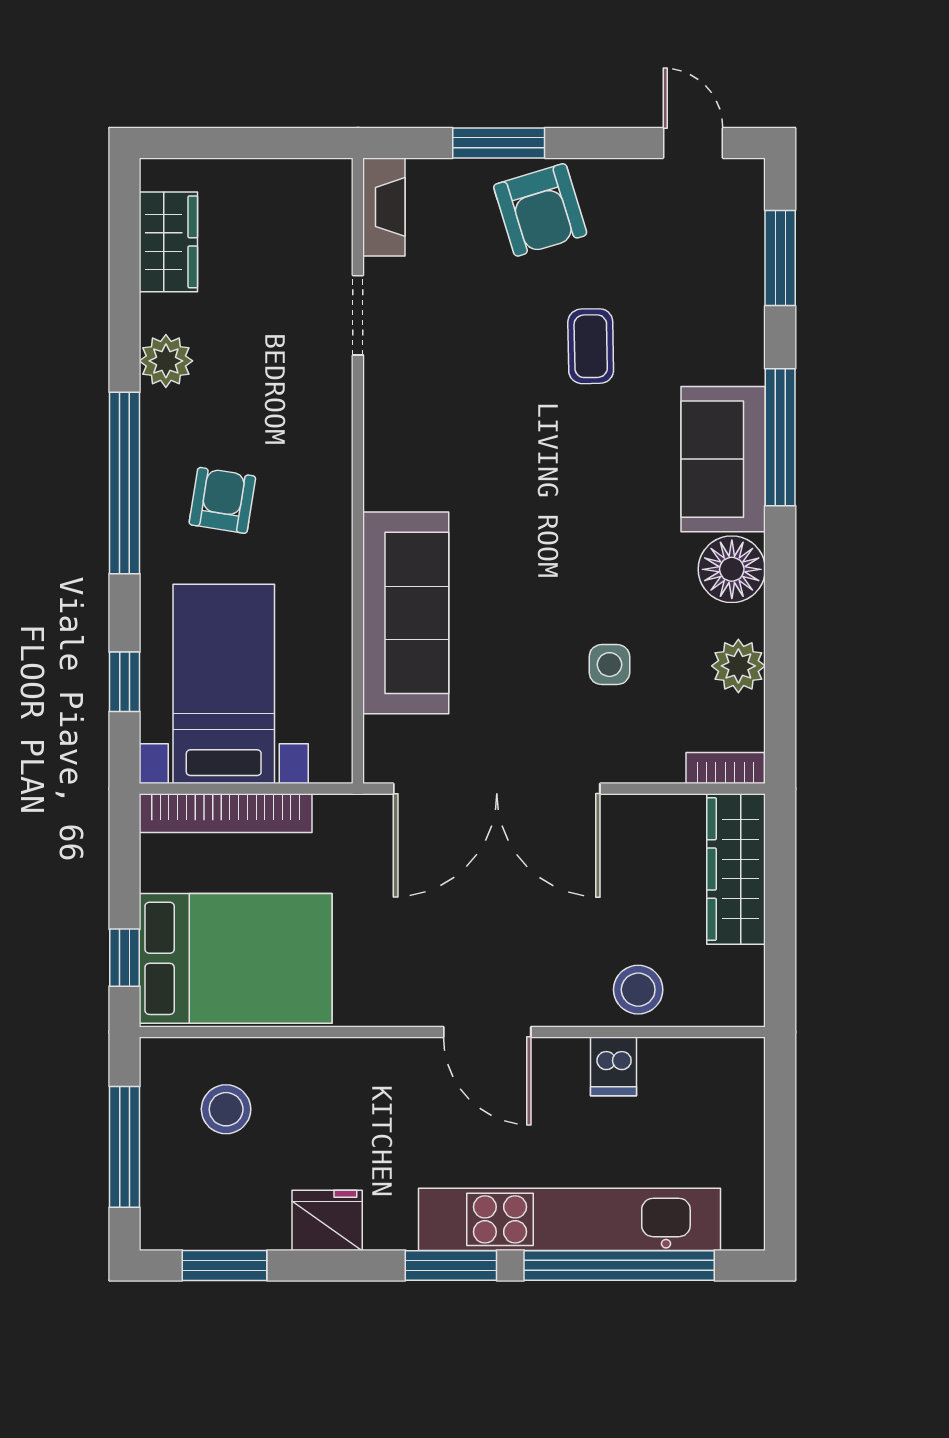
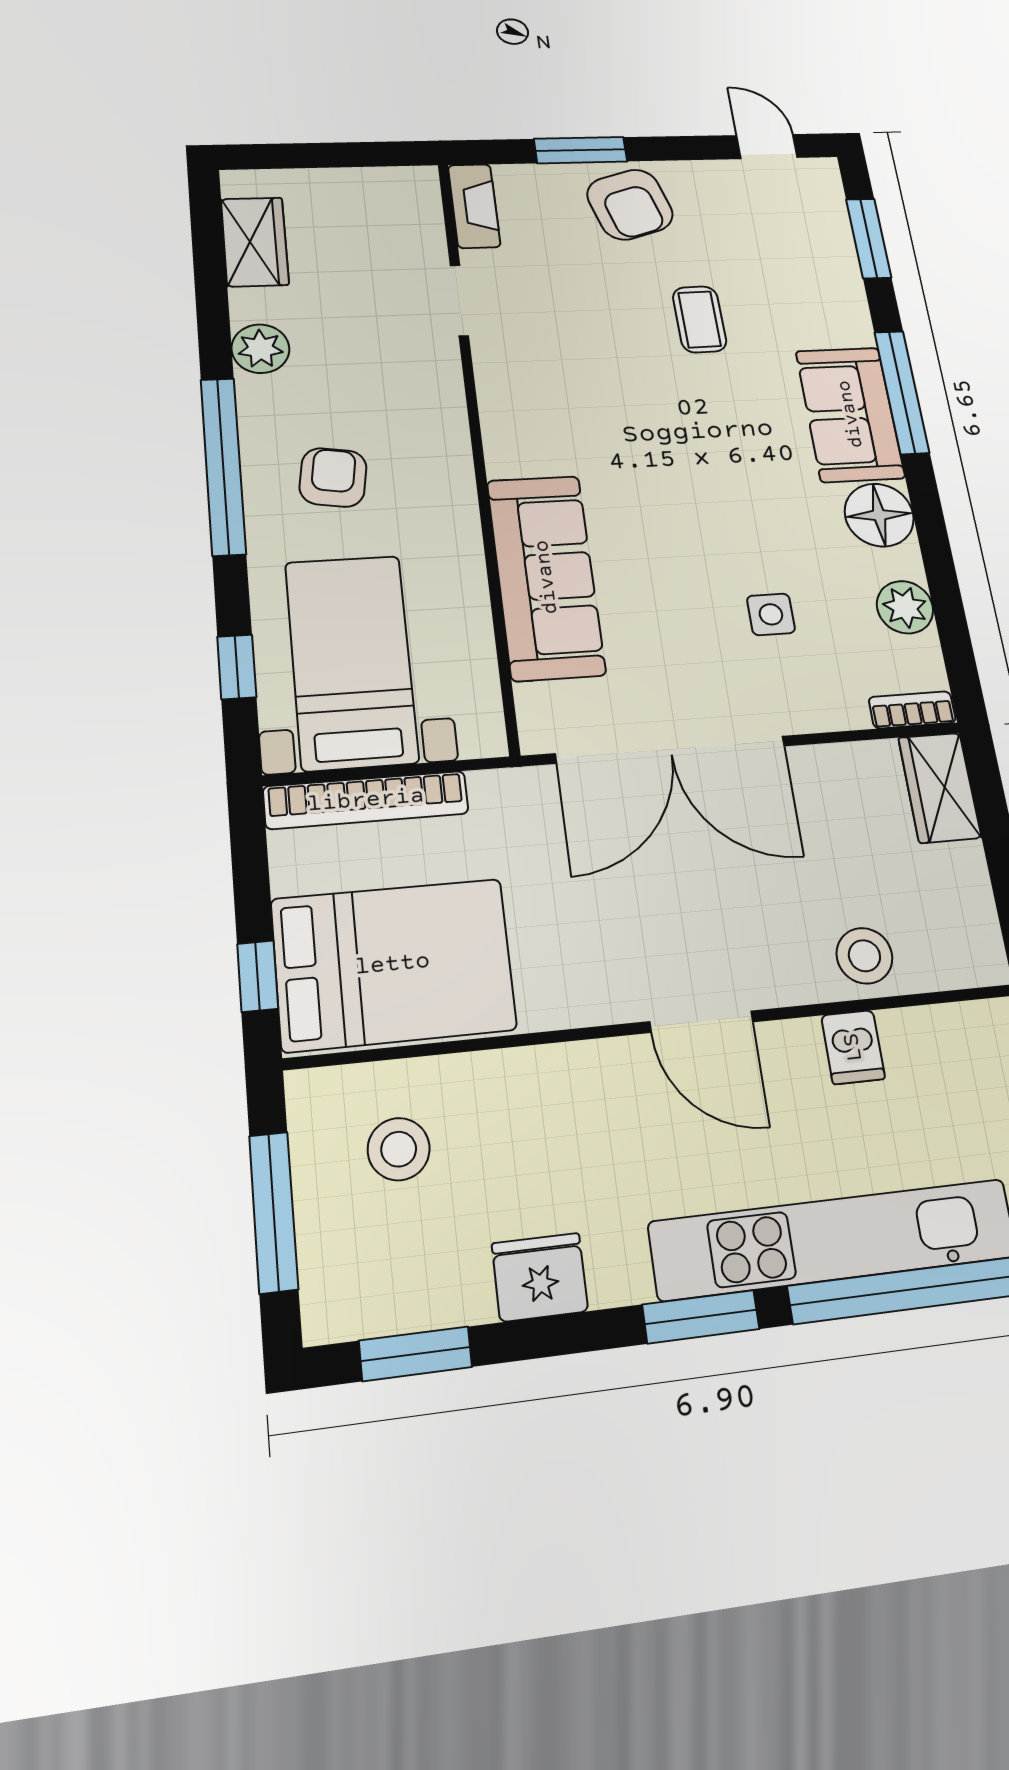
wardrobe: (736, 869) -> (940, 787), width x0.67

